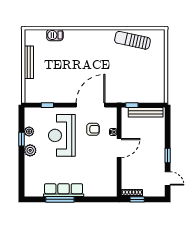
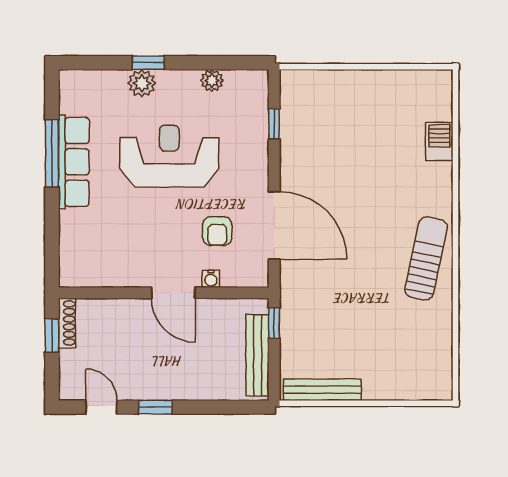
sun lounger: (132, 40) -> (426, 258), moved
bench: (29, 62) -> (323, 390), moved
reception desk: (62, 135) -> (169, 156), moved
window: (21, 139) -> (148, 63), moved
plant: (30, 150) -> (142, 83), moved
door: (168, 178) -> (101, 407), swing flipped

